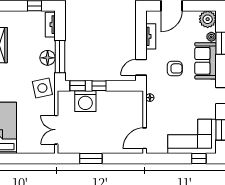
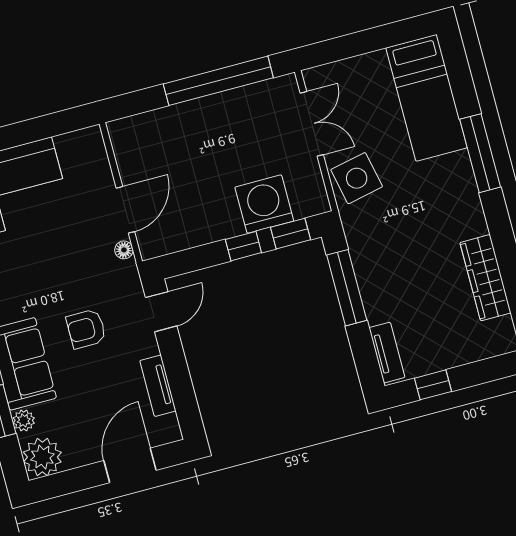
floor lamp: (48, 58) -> (373, 278), removed
side table: (42, 88) -> (357, 178), moved
door: (145, 138) -> (125, 210), moved
window: (91, 158) -> (218, 81), width x2.11

